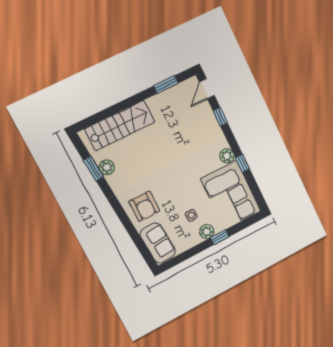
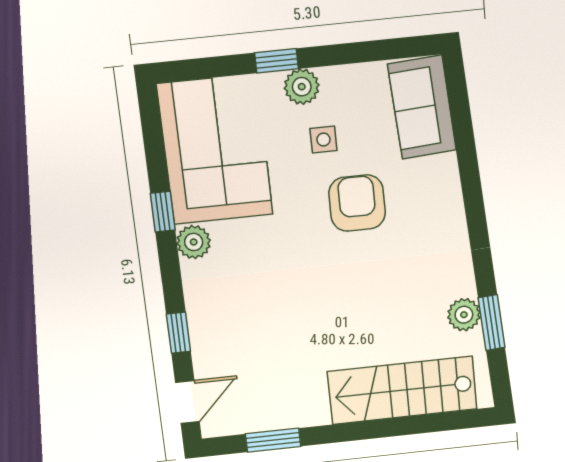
armchair: (144, 206) -> (357, 203), moved

